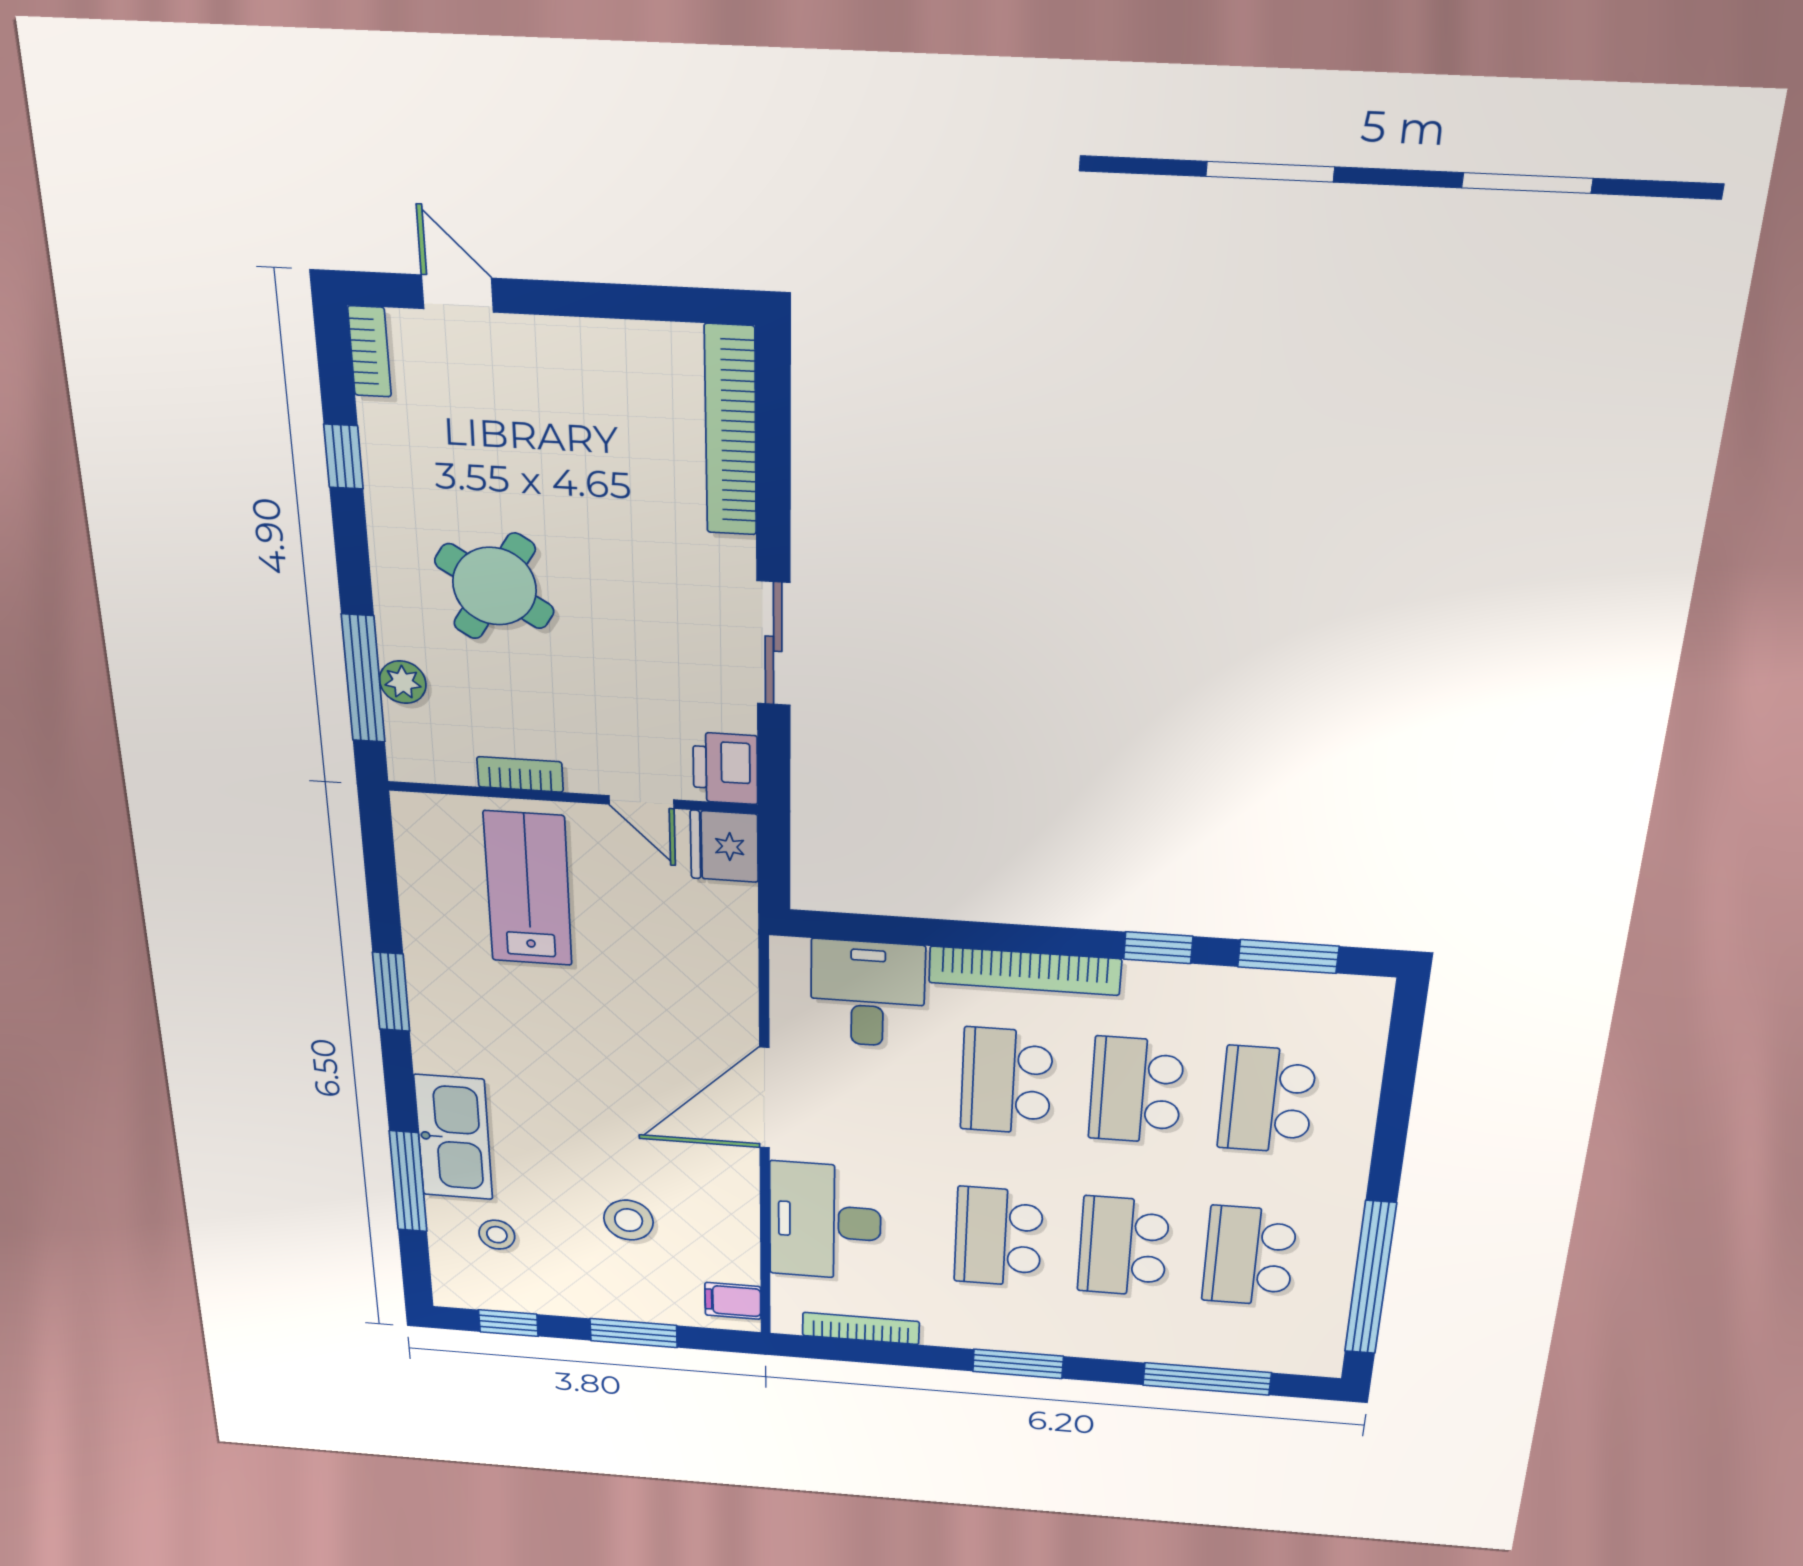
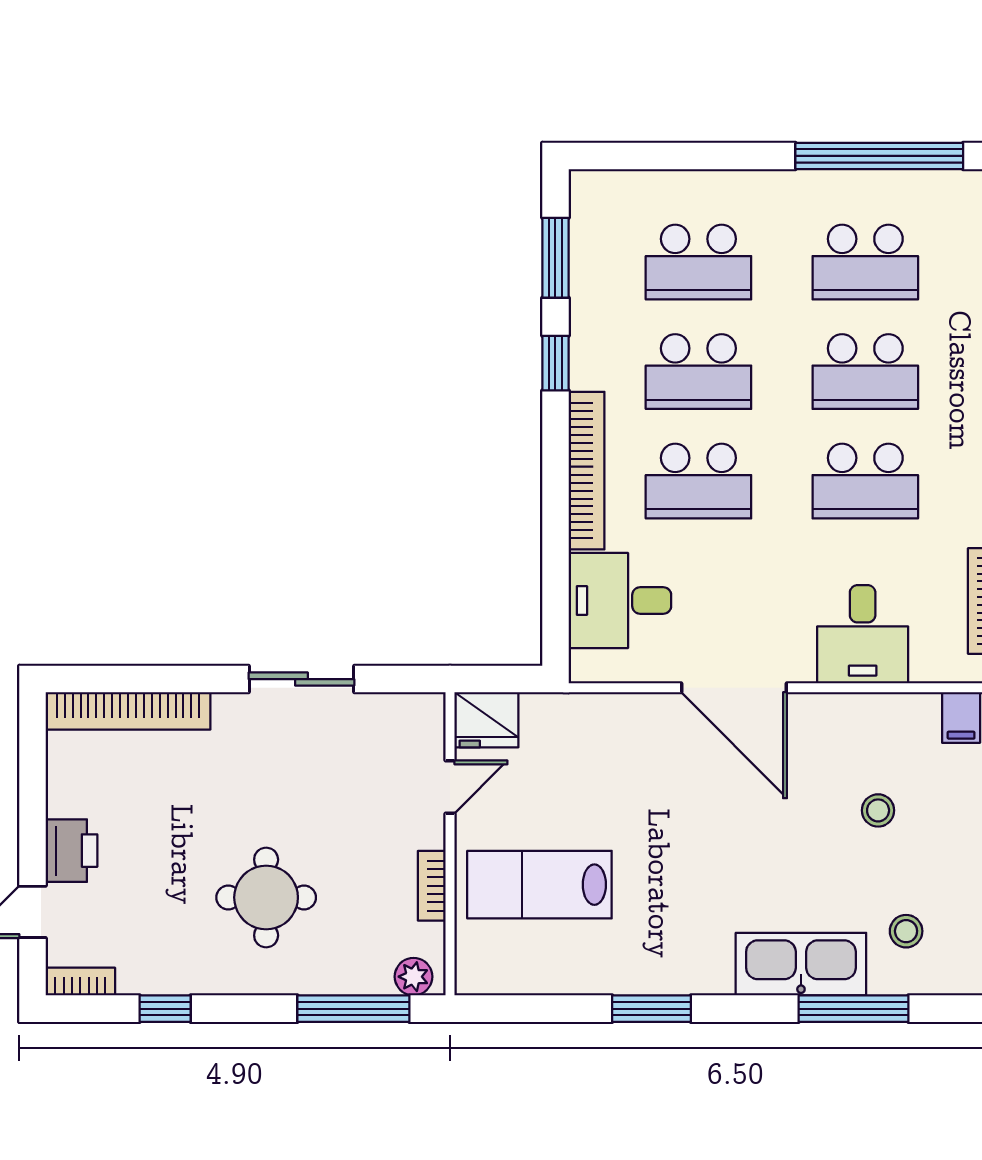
round table: (494, 586) -> (266, 897), turned -32
plant: (403, 682) -> (414, 977), moved
printer: (725, 768) -> (71, 851), moved, turned -90
stool: (629, 1220) -> (878, 810), width x0.73, depth x0.73
desk: (825, 1221) -> (863, 634), width x0.73

